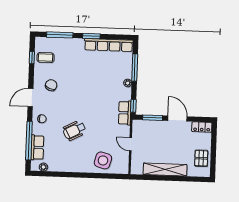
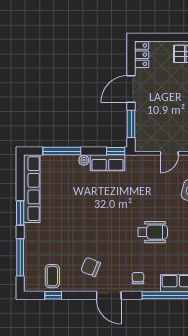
row of seats: (125, 113) -> (108, 163), moved
wheelchair: (74, 130) -> (153, 232), turned -63

